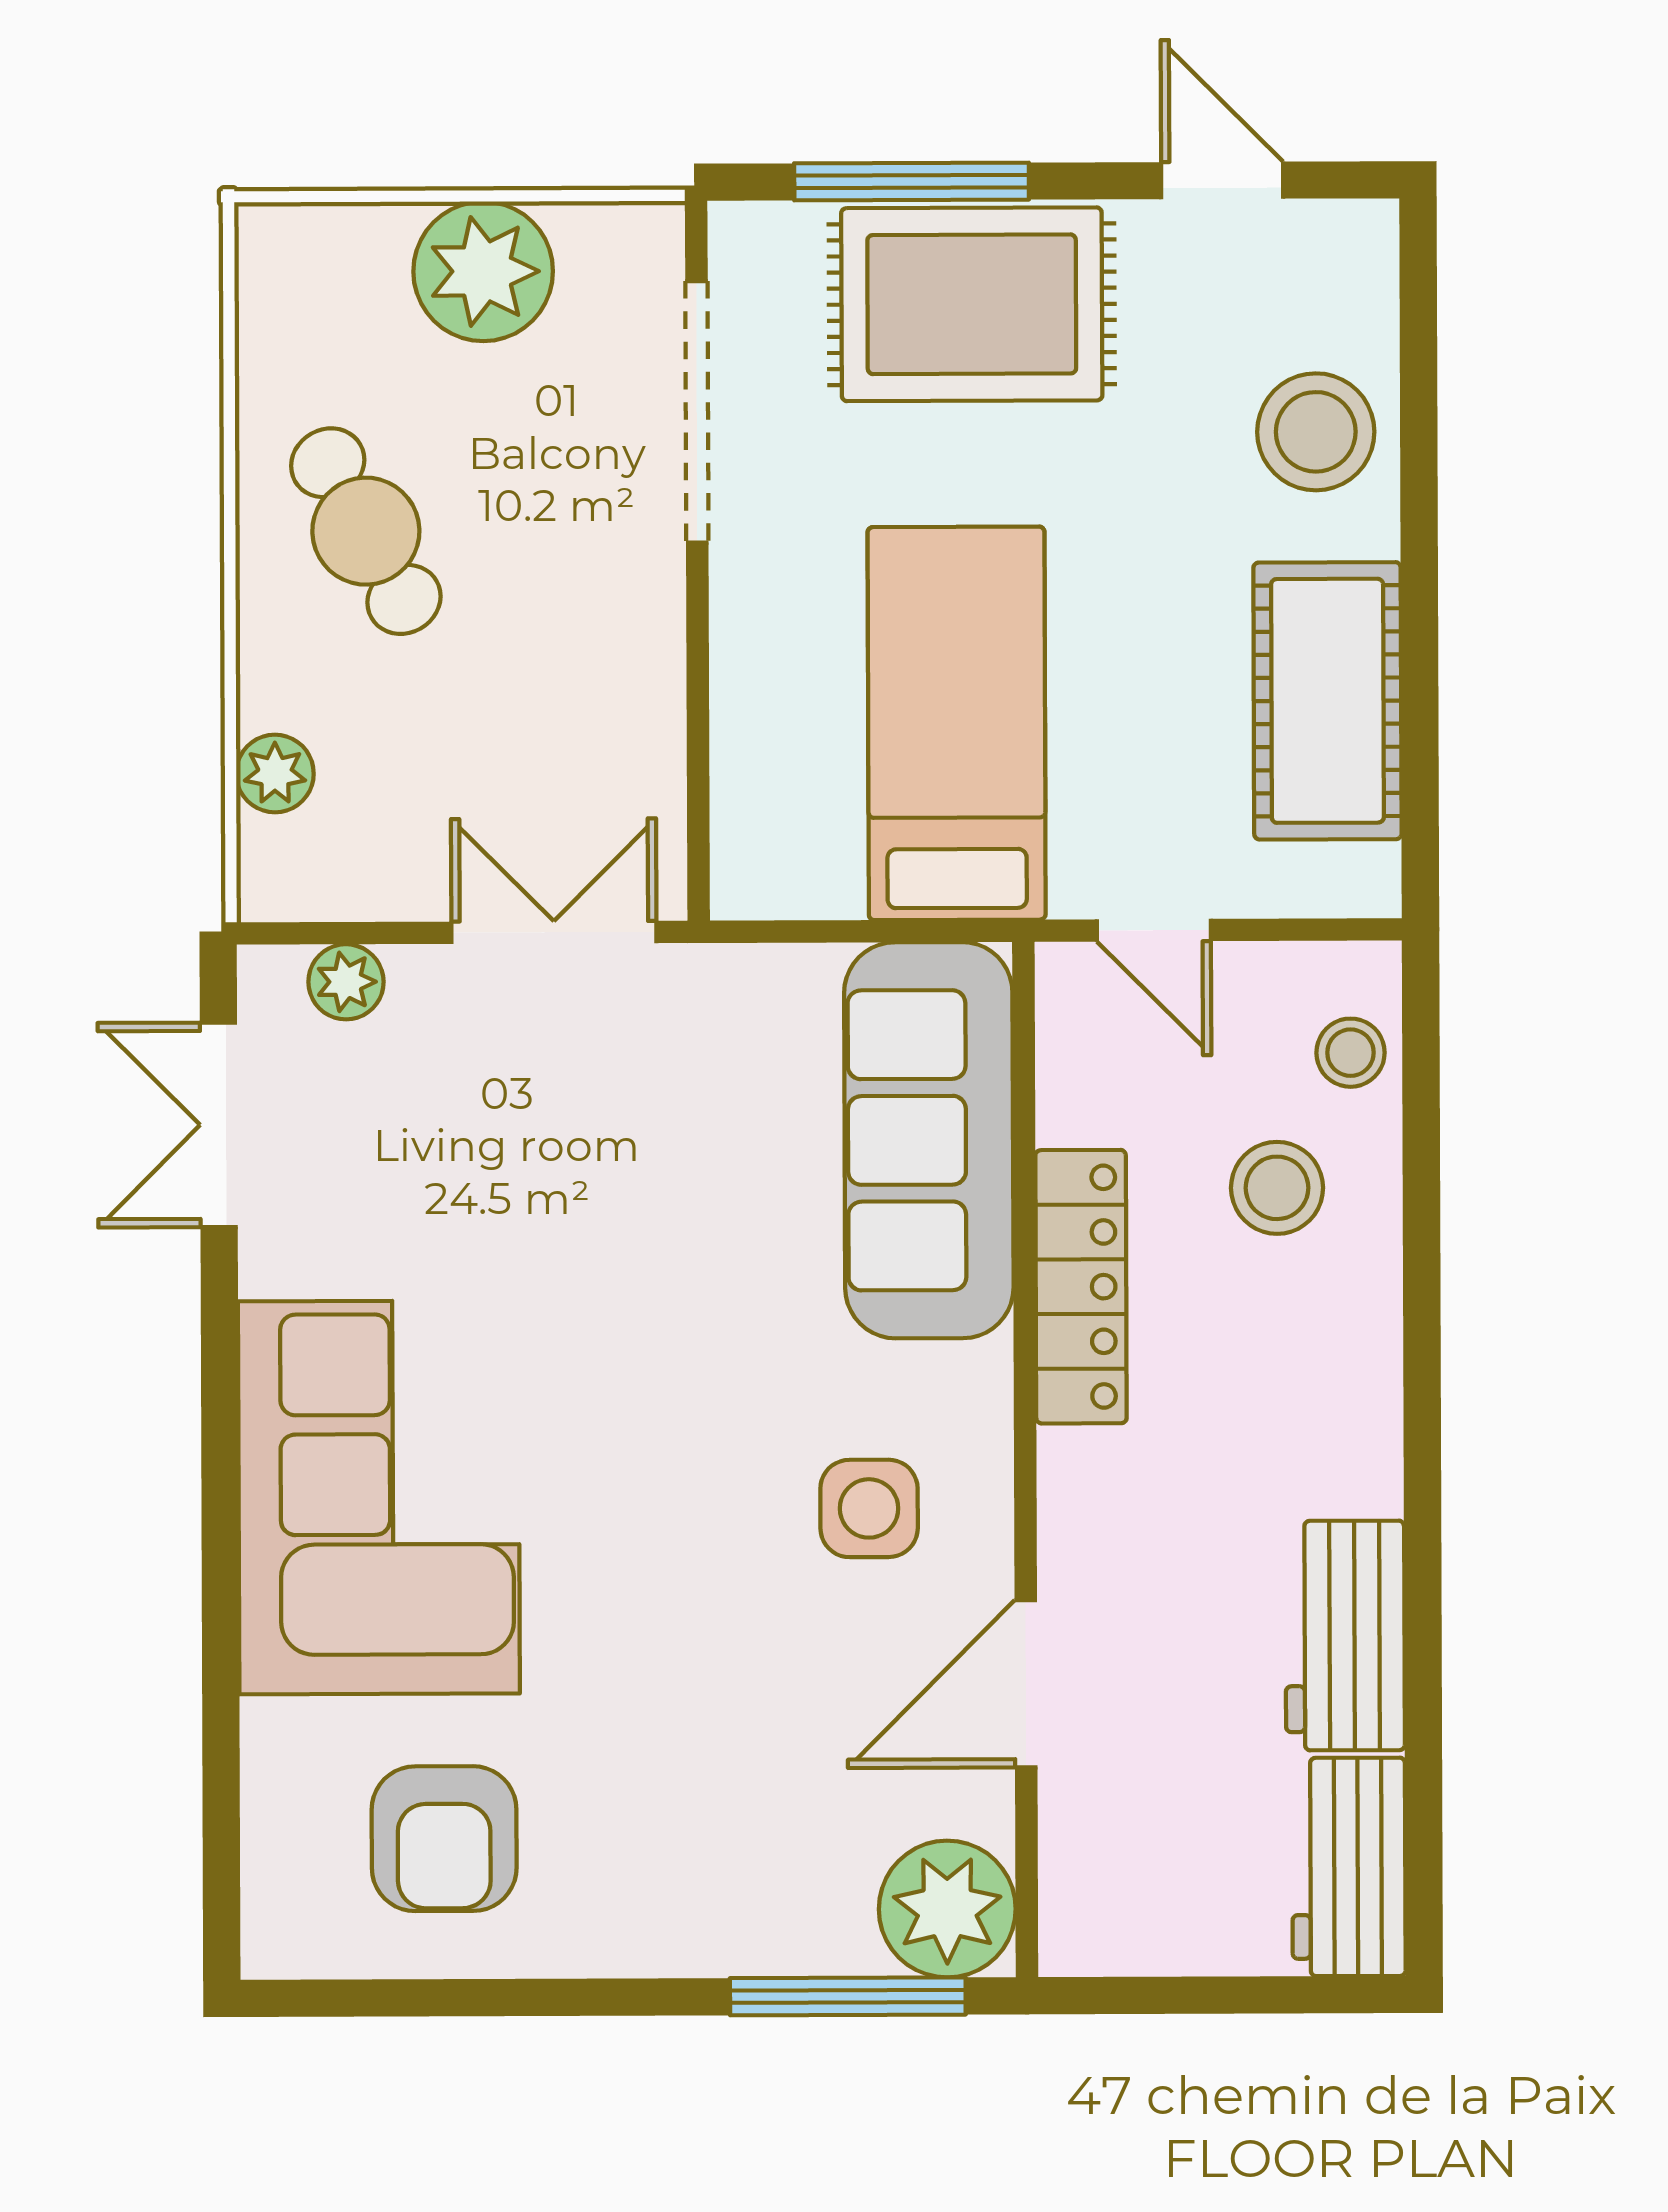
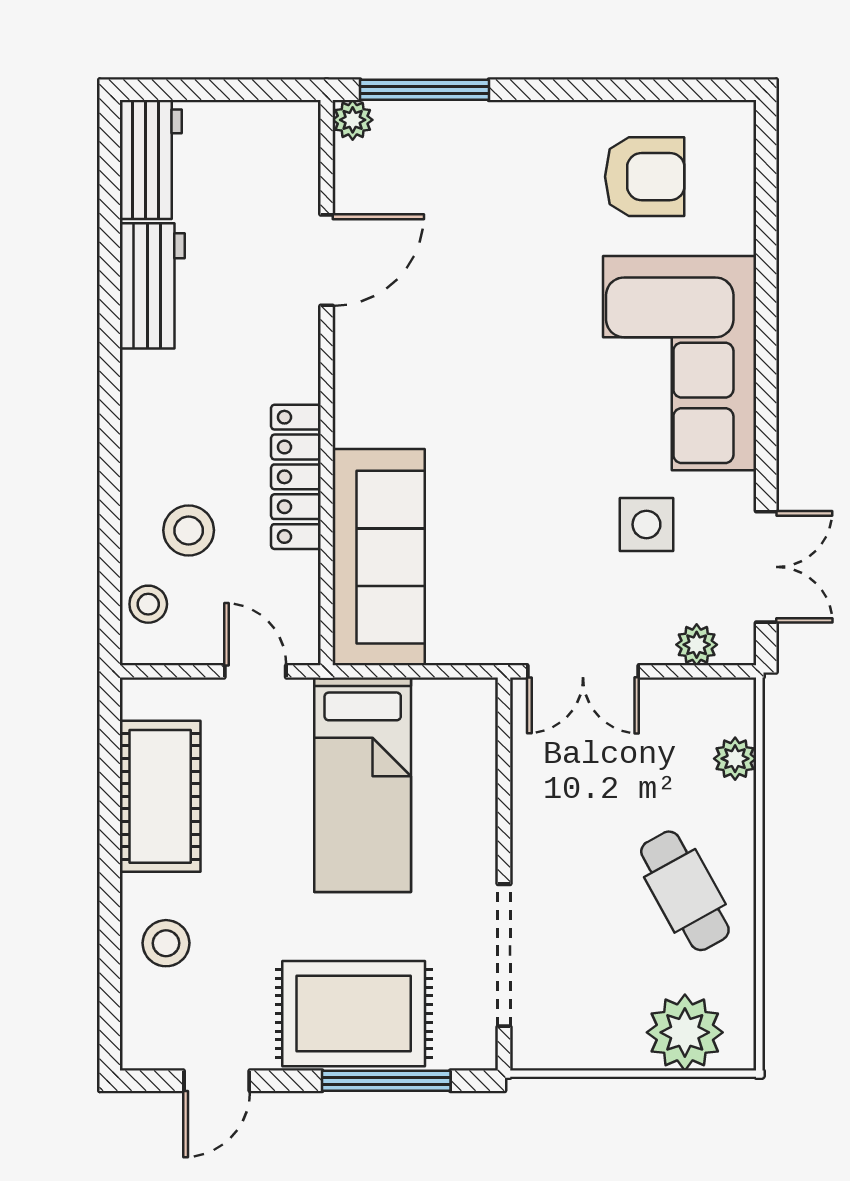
door: (1222, 180) -> (217, 1081), hinge flipped
plant: (483, 271) -> (685, 1032), moved
stool: (1316, 432) -> (166, 943), width x0.73, depth x0.73
side table: (869, 1508) -> (646, 524), moved
armchair: (444, 1839) -> (645, 177), turned 90
plant: (947, 1909) -> (353, 120), width x0.53, depth x0.53

